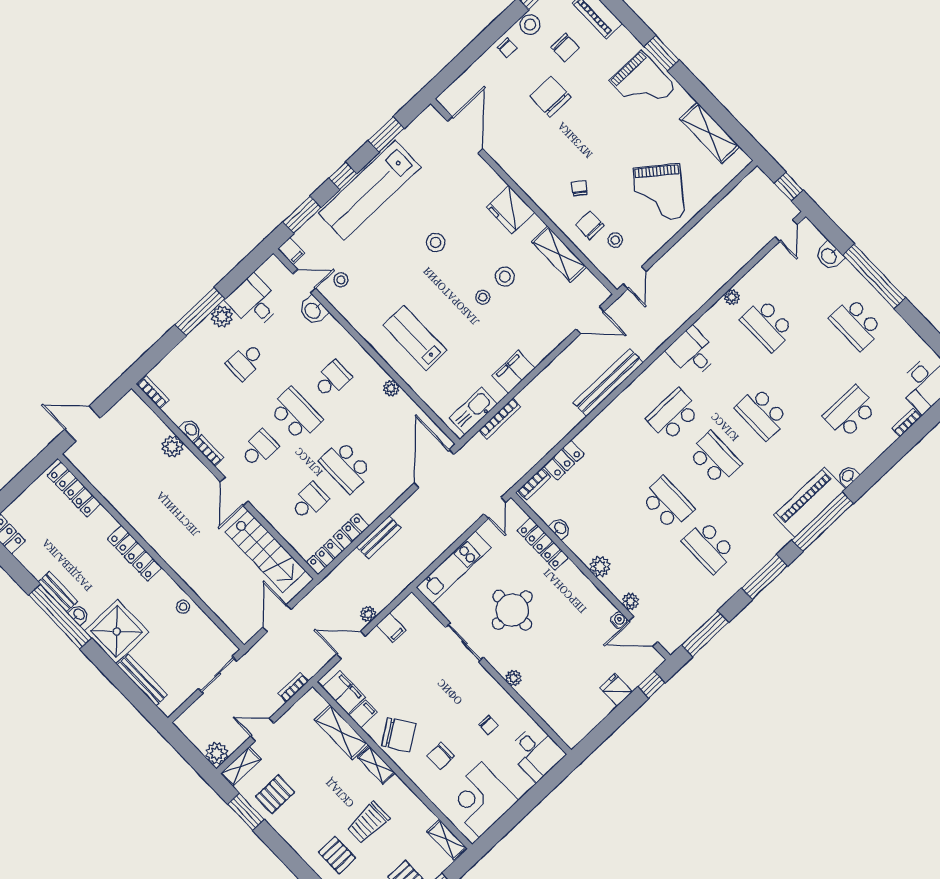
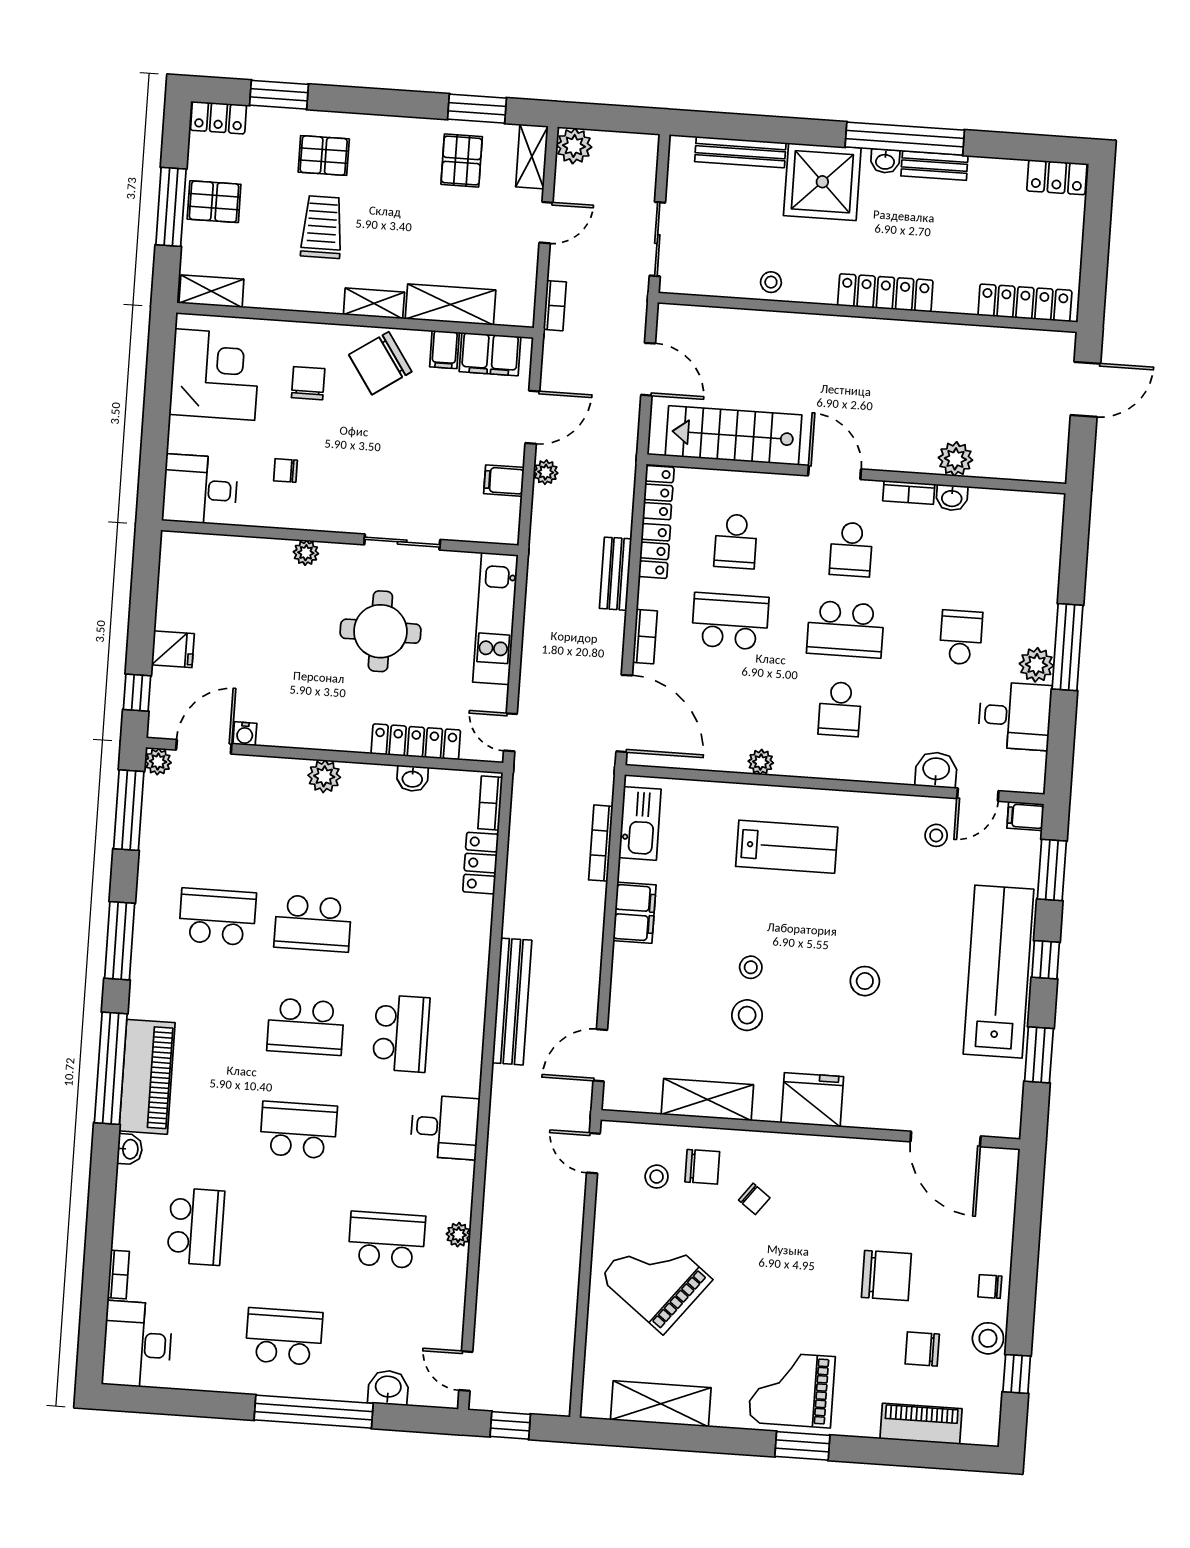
bookcase: (153, 392) -> (645, 637), moved, turned -90
plant: (630, 601) -> (158, 762), moved

